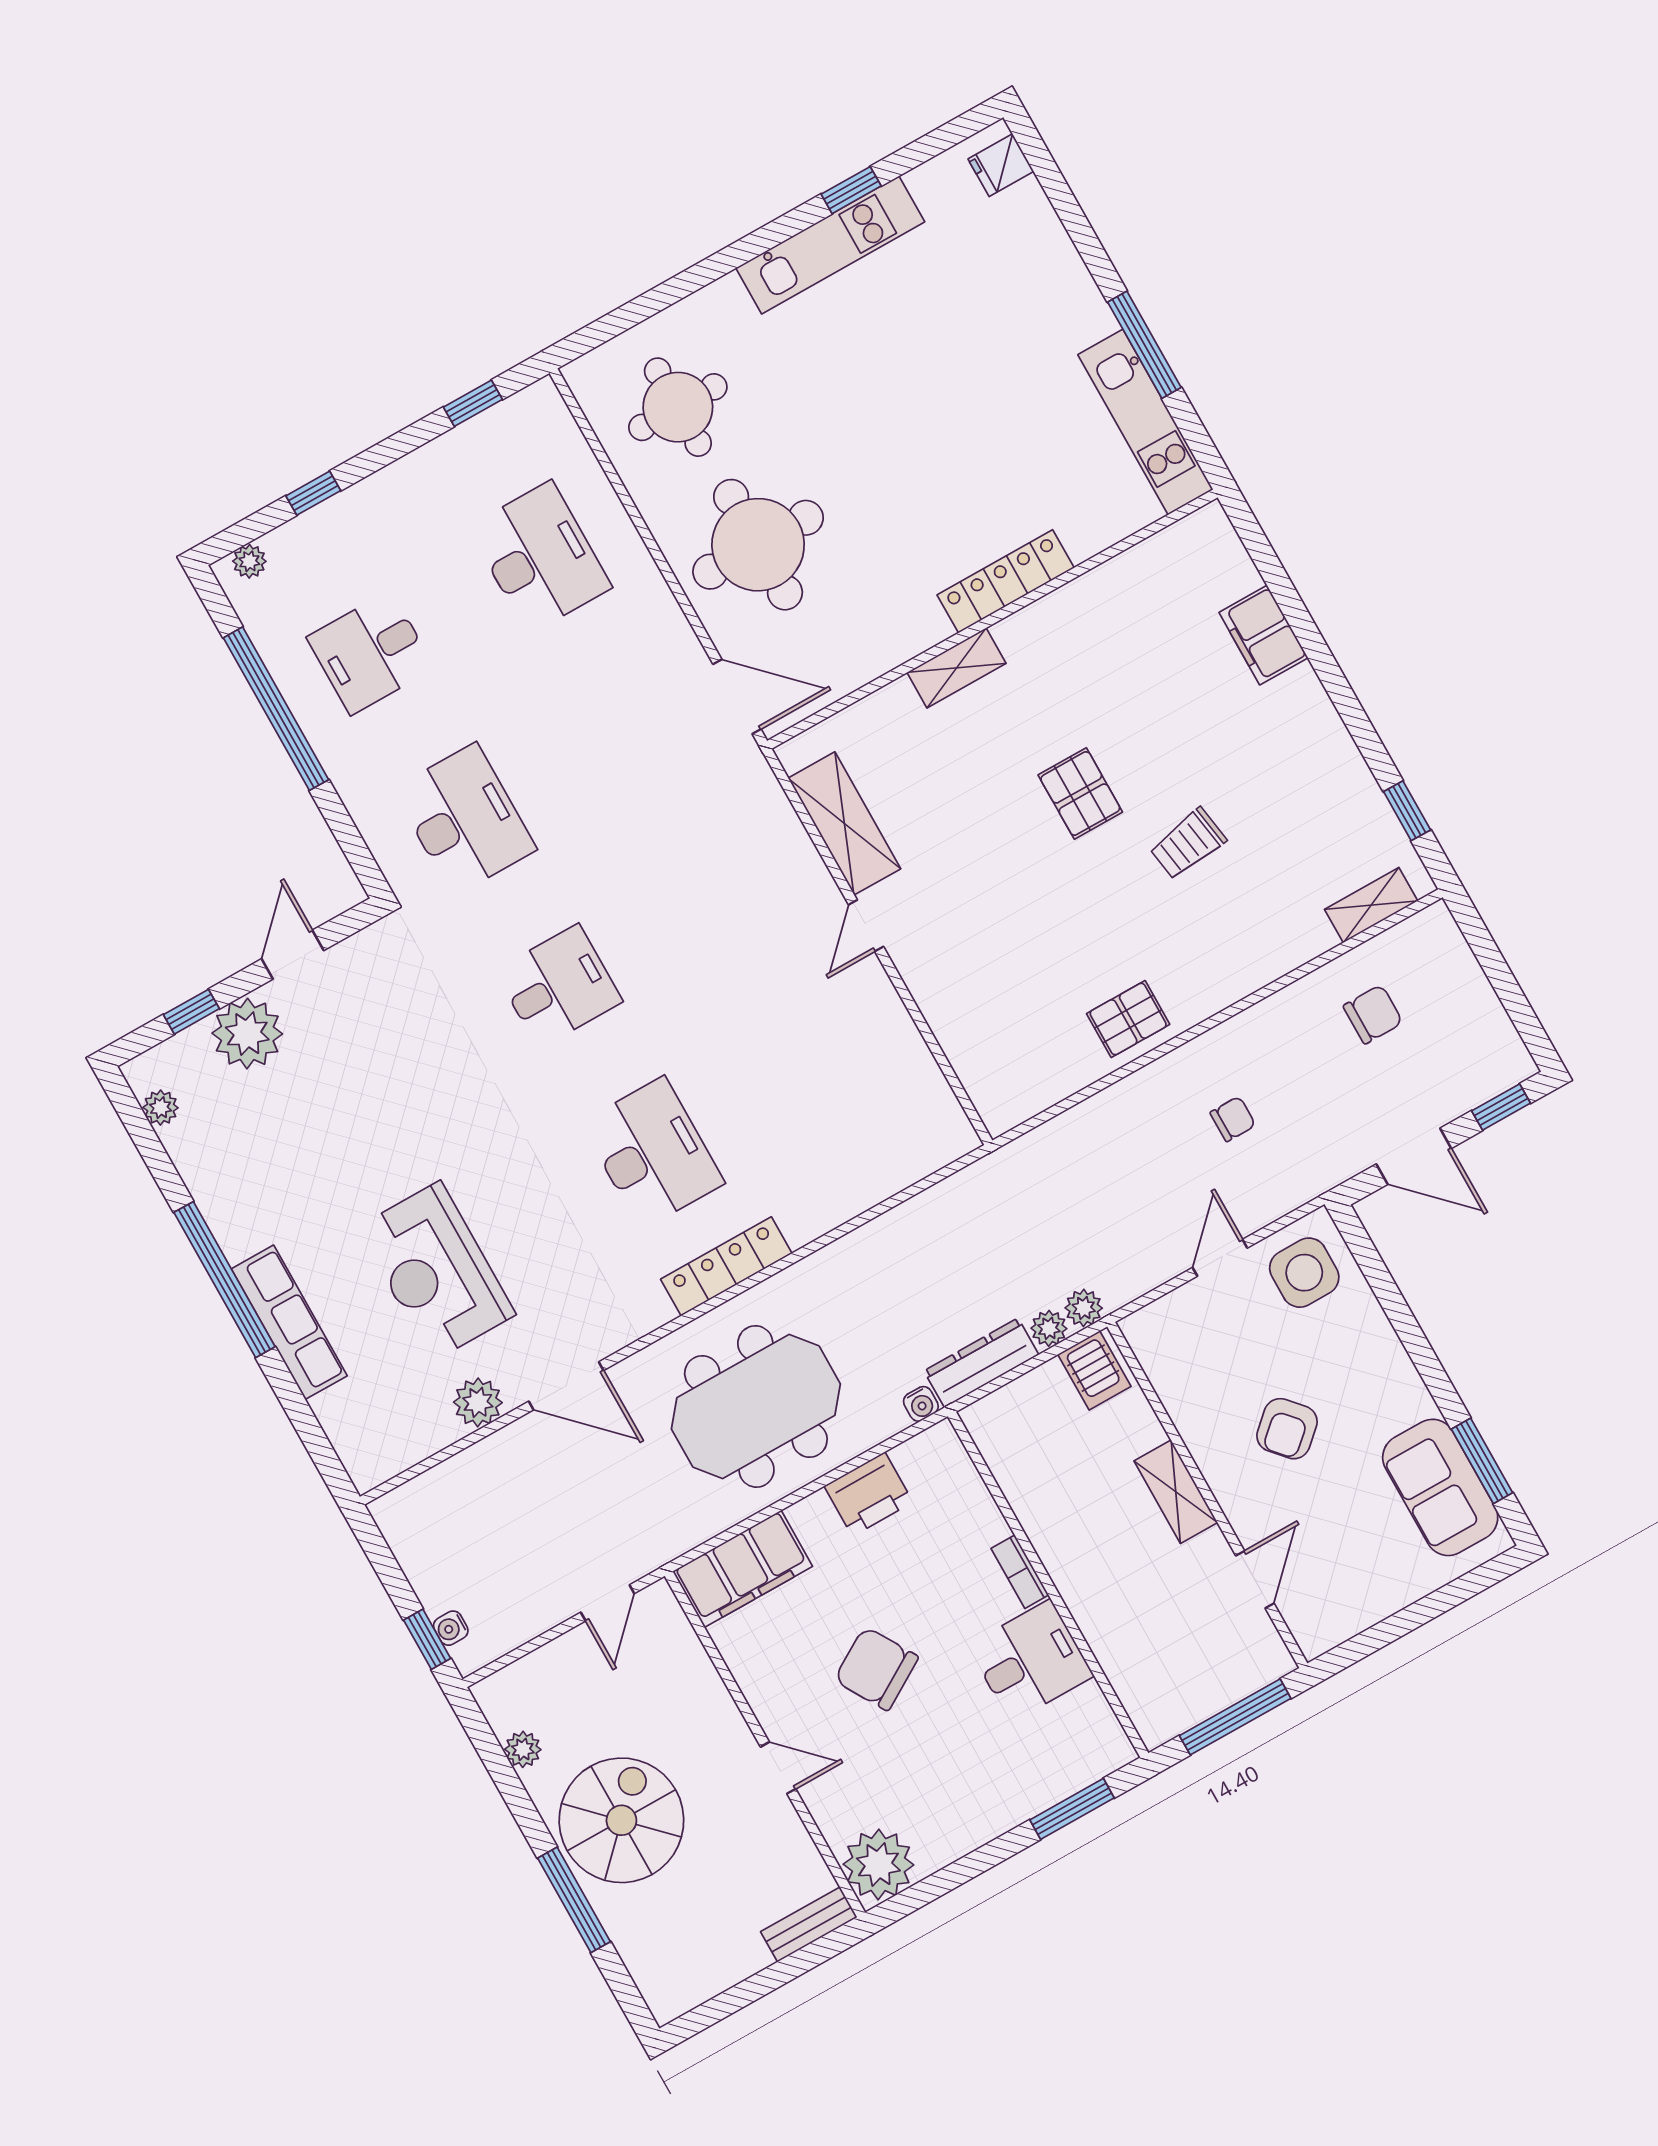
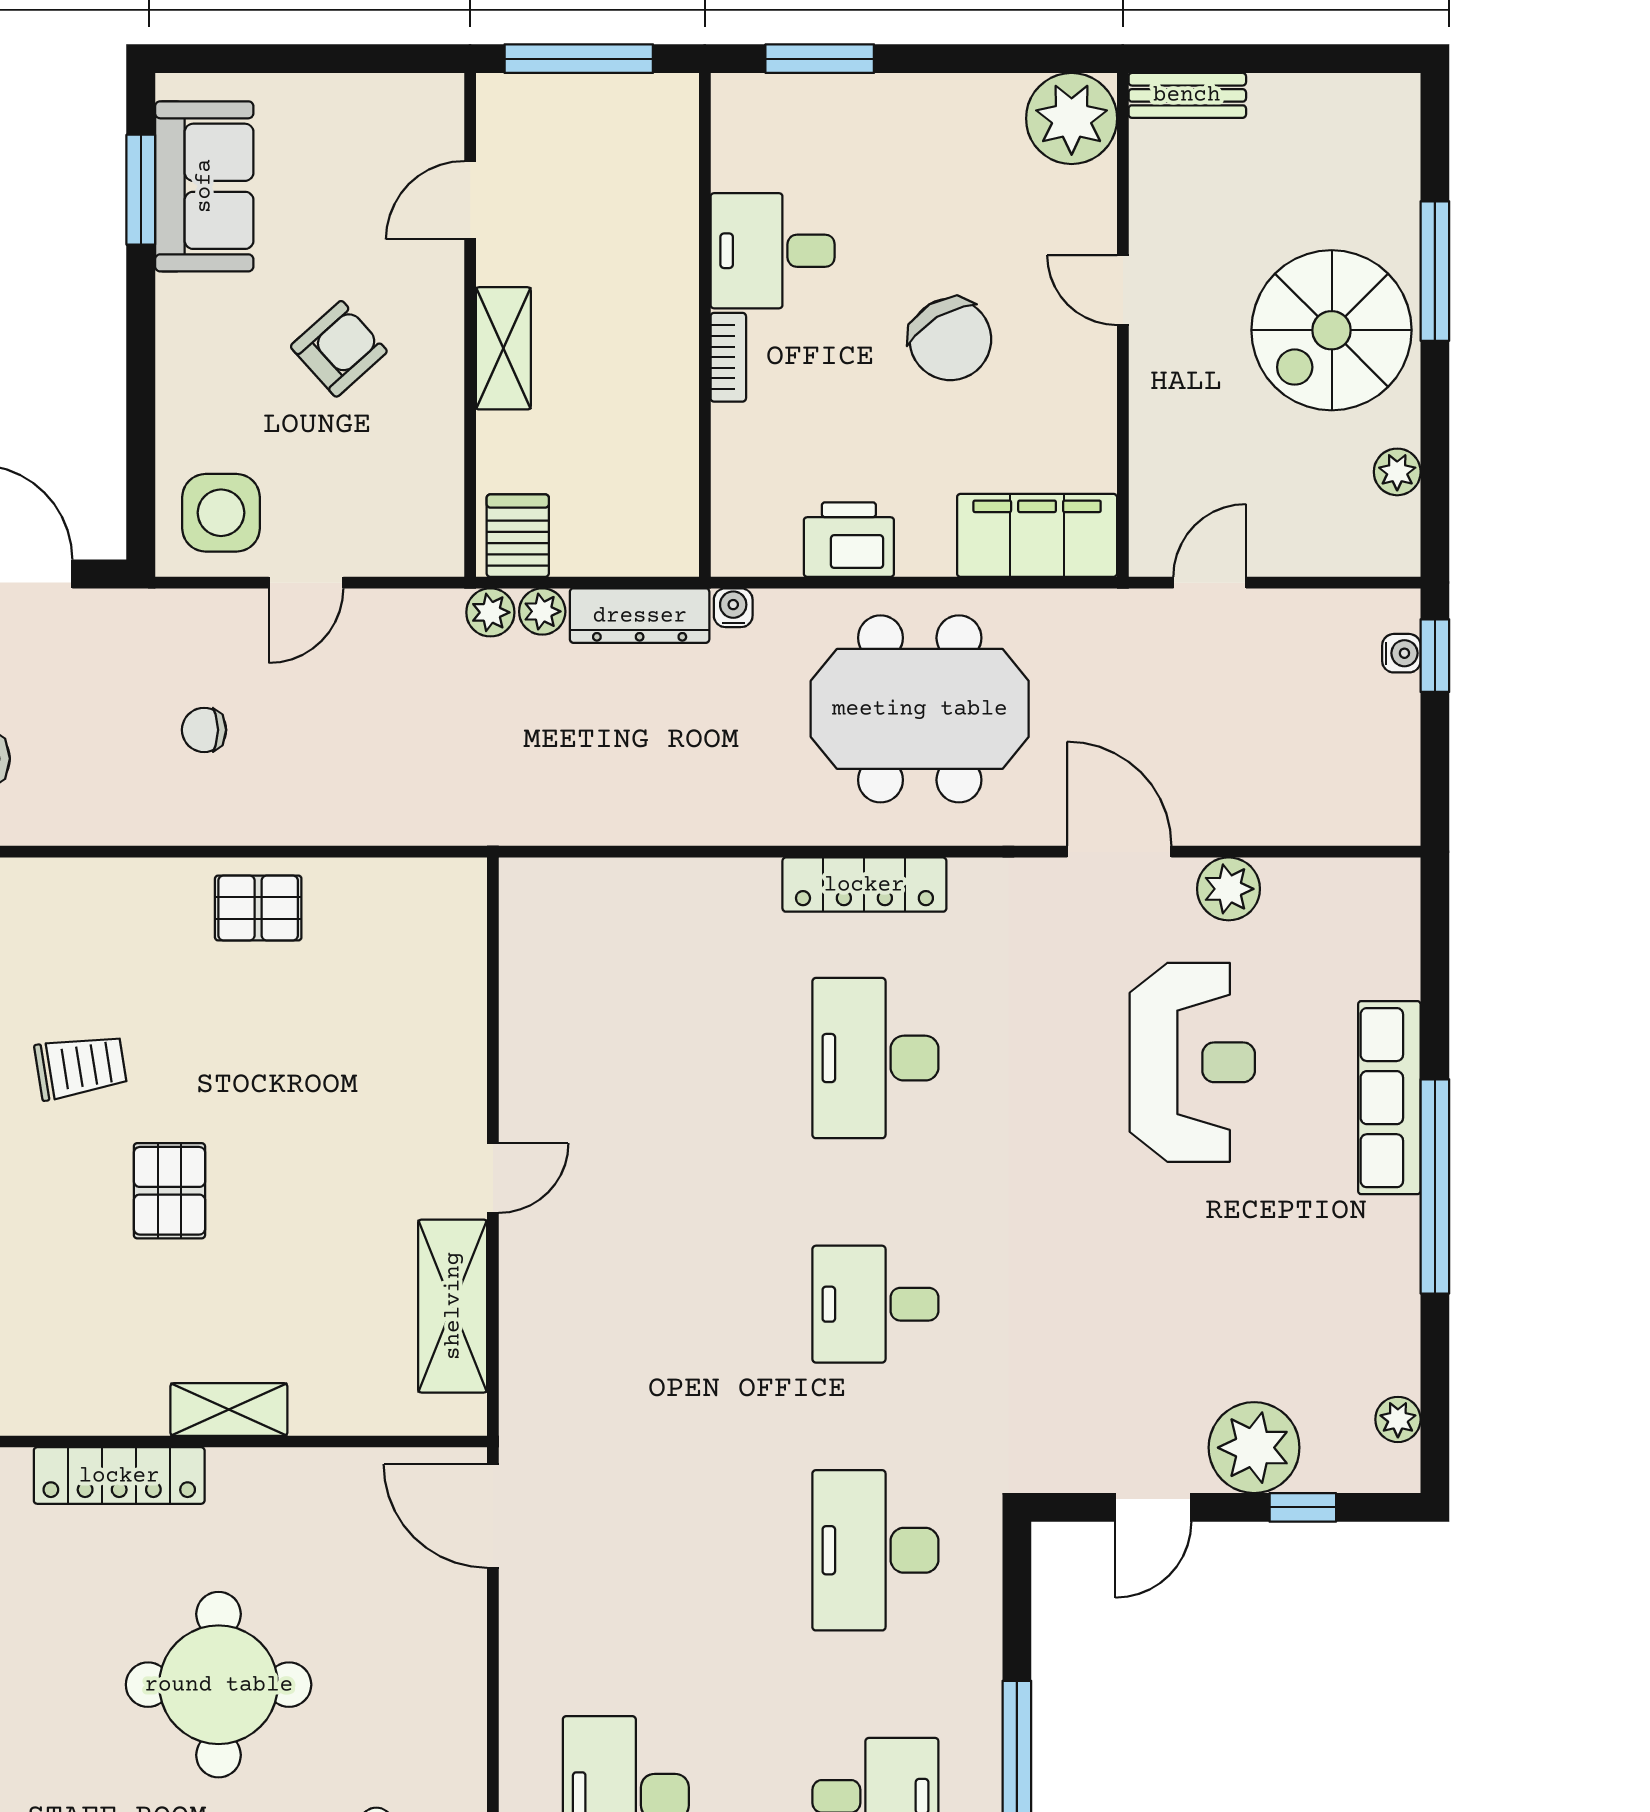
round table: (758, 545) -> (219, 1685), moved

